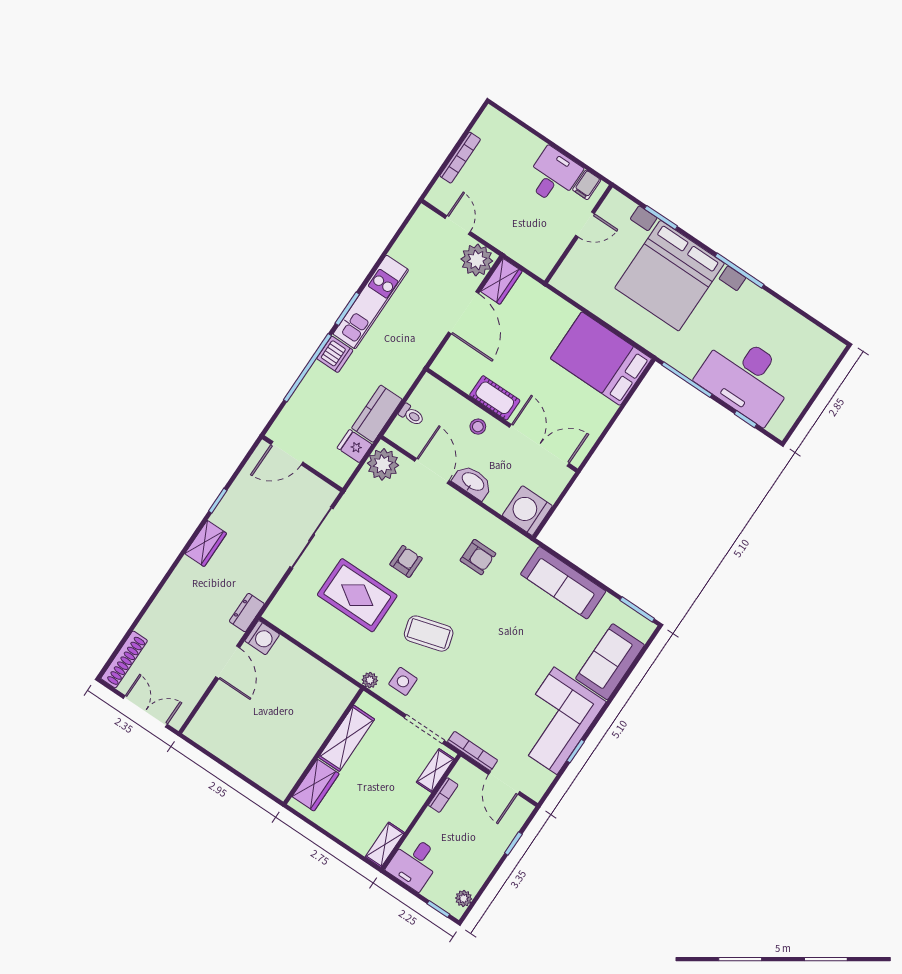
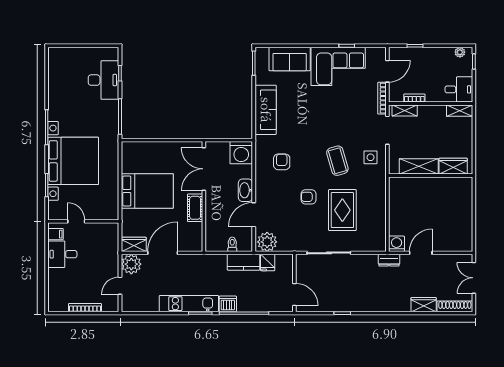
bed: (601, 359) -> (147, 191), moved, turned -90
desk: (746, 378) -> (103, 80), width x0.73, depth x0.77
stool: (478, 427) -> (215, 207), removed
wardrobe: (206, 544) -> (424, 305), moved
plant: (370, 680) -> (381, 175), removed

